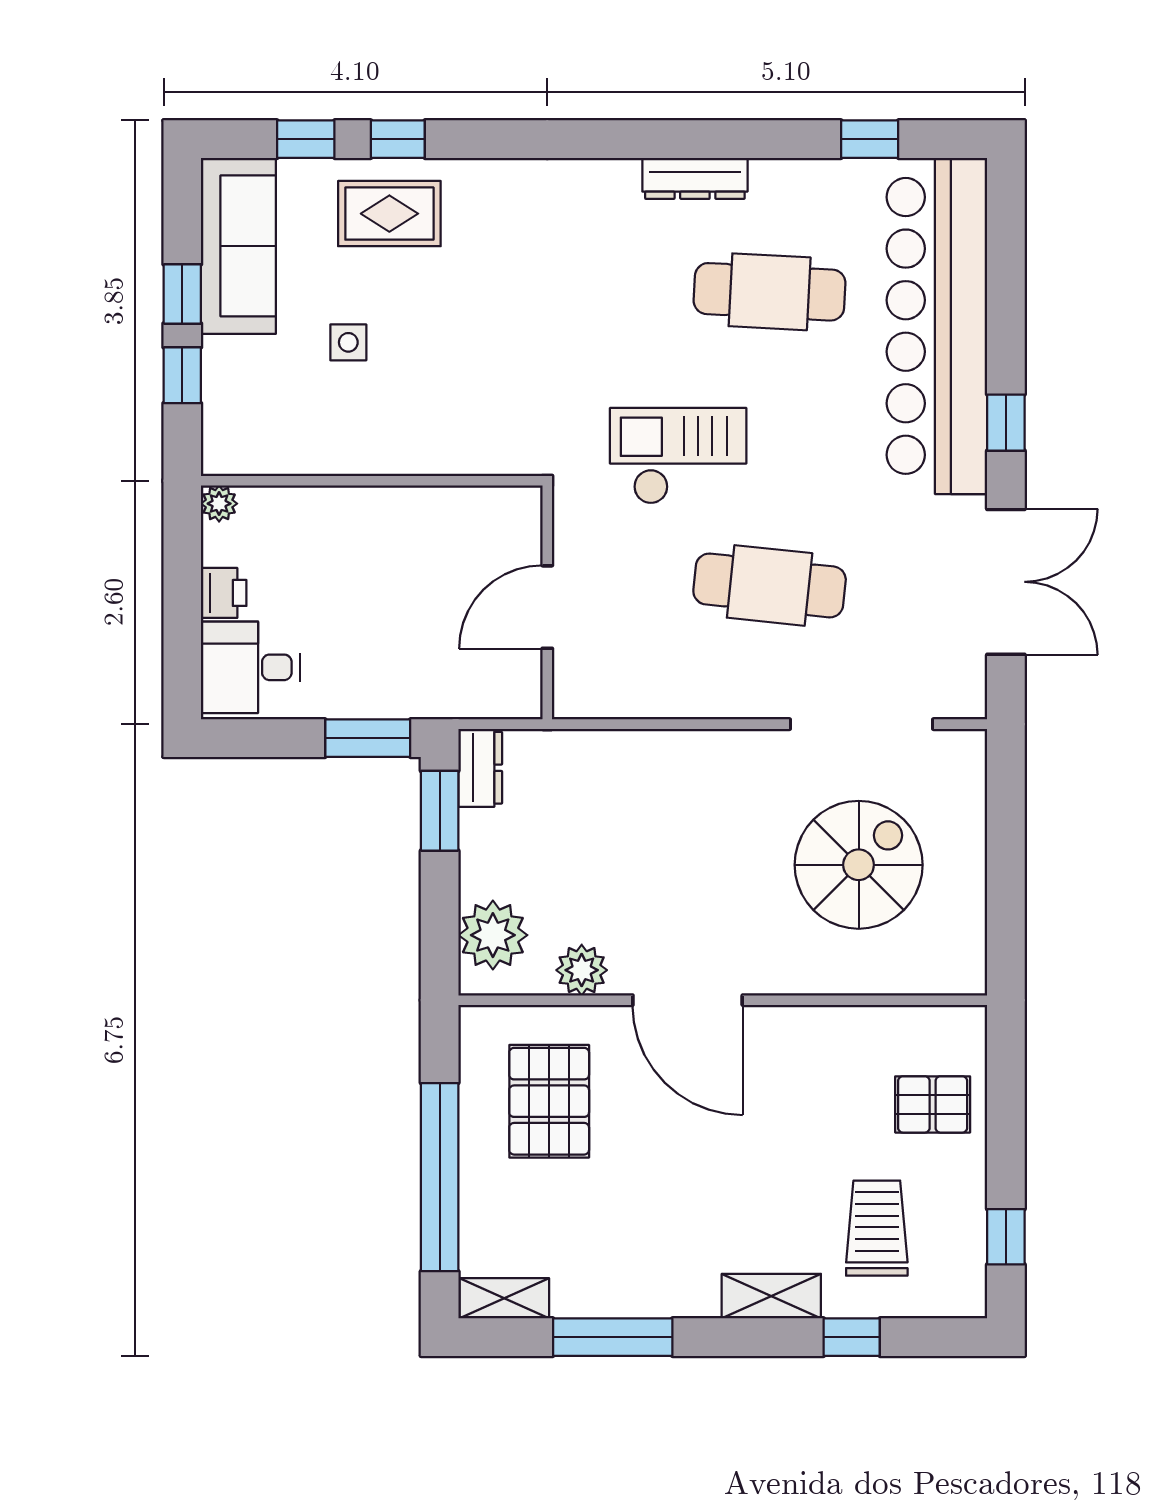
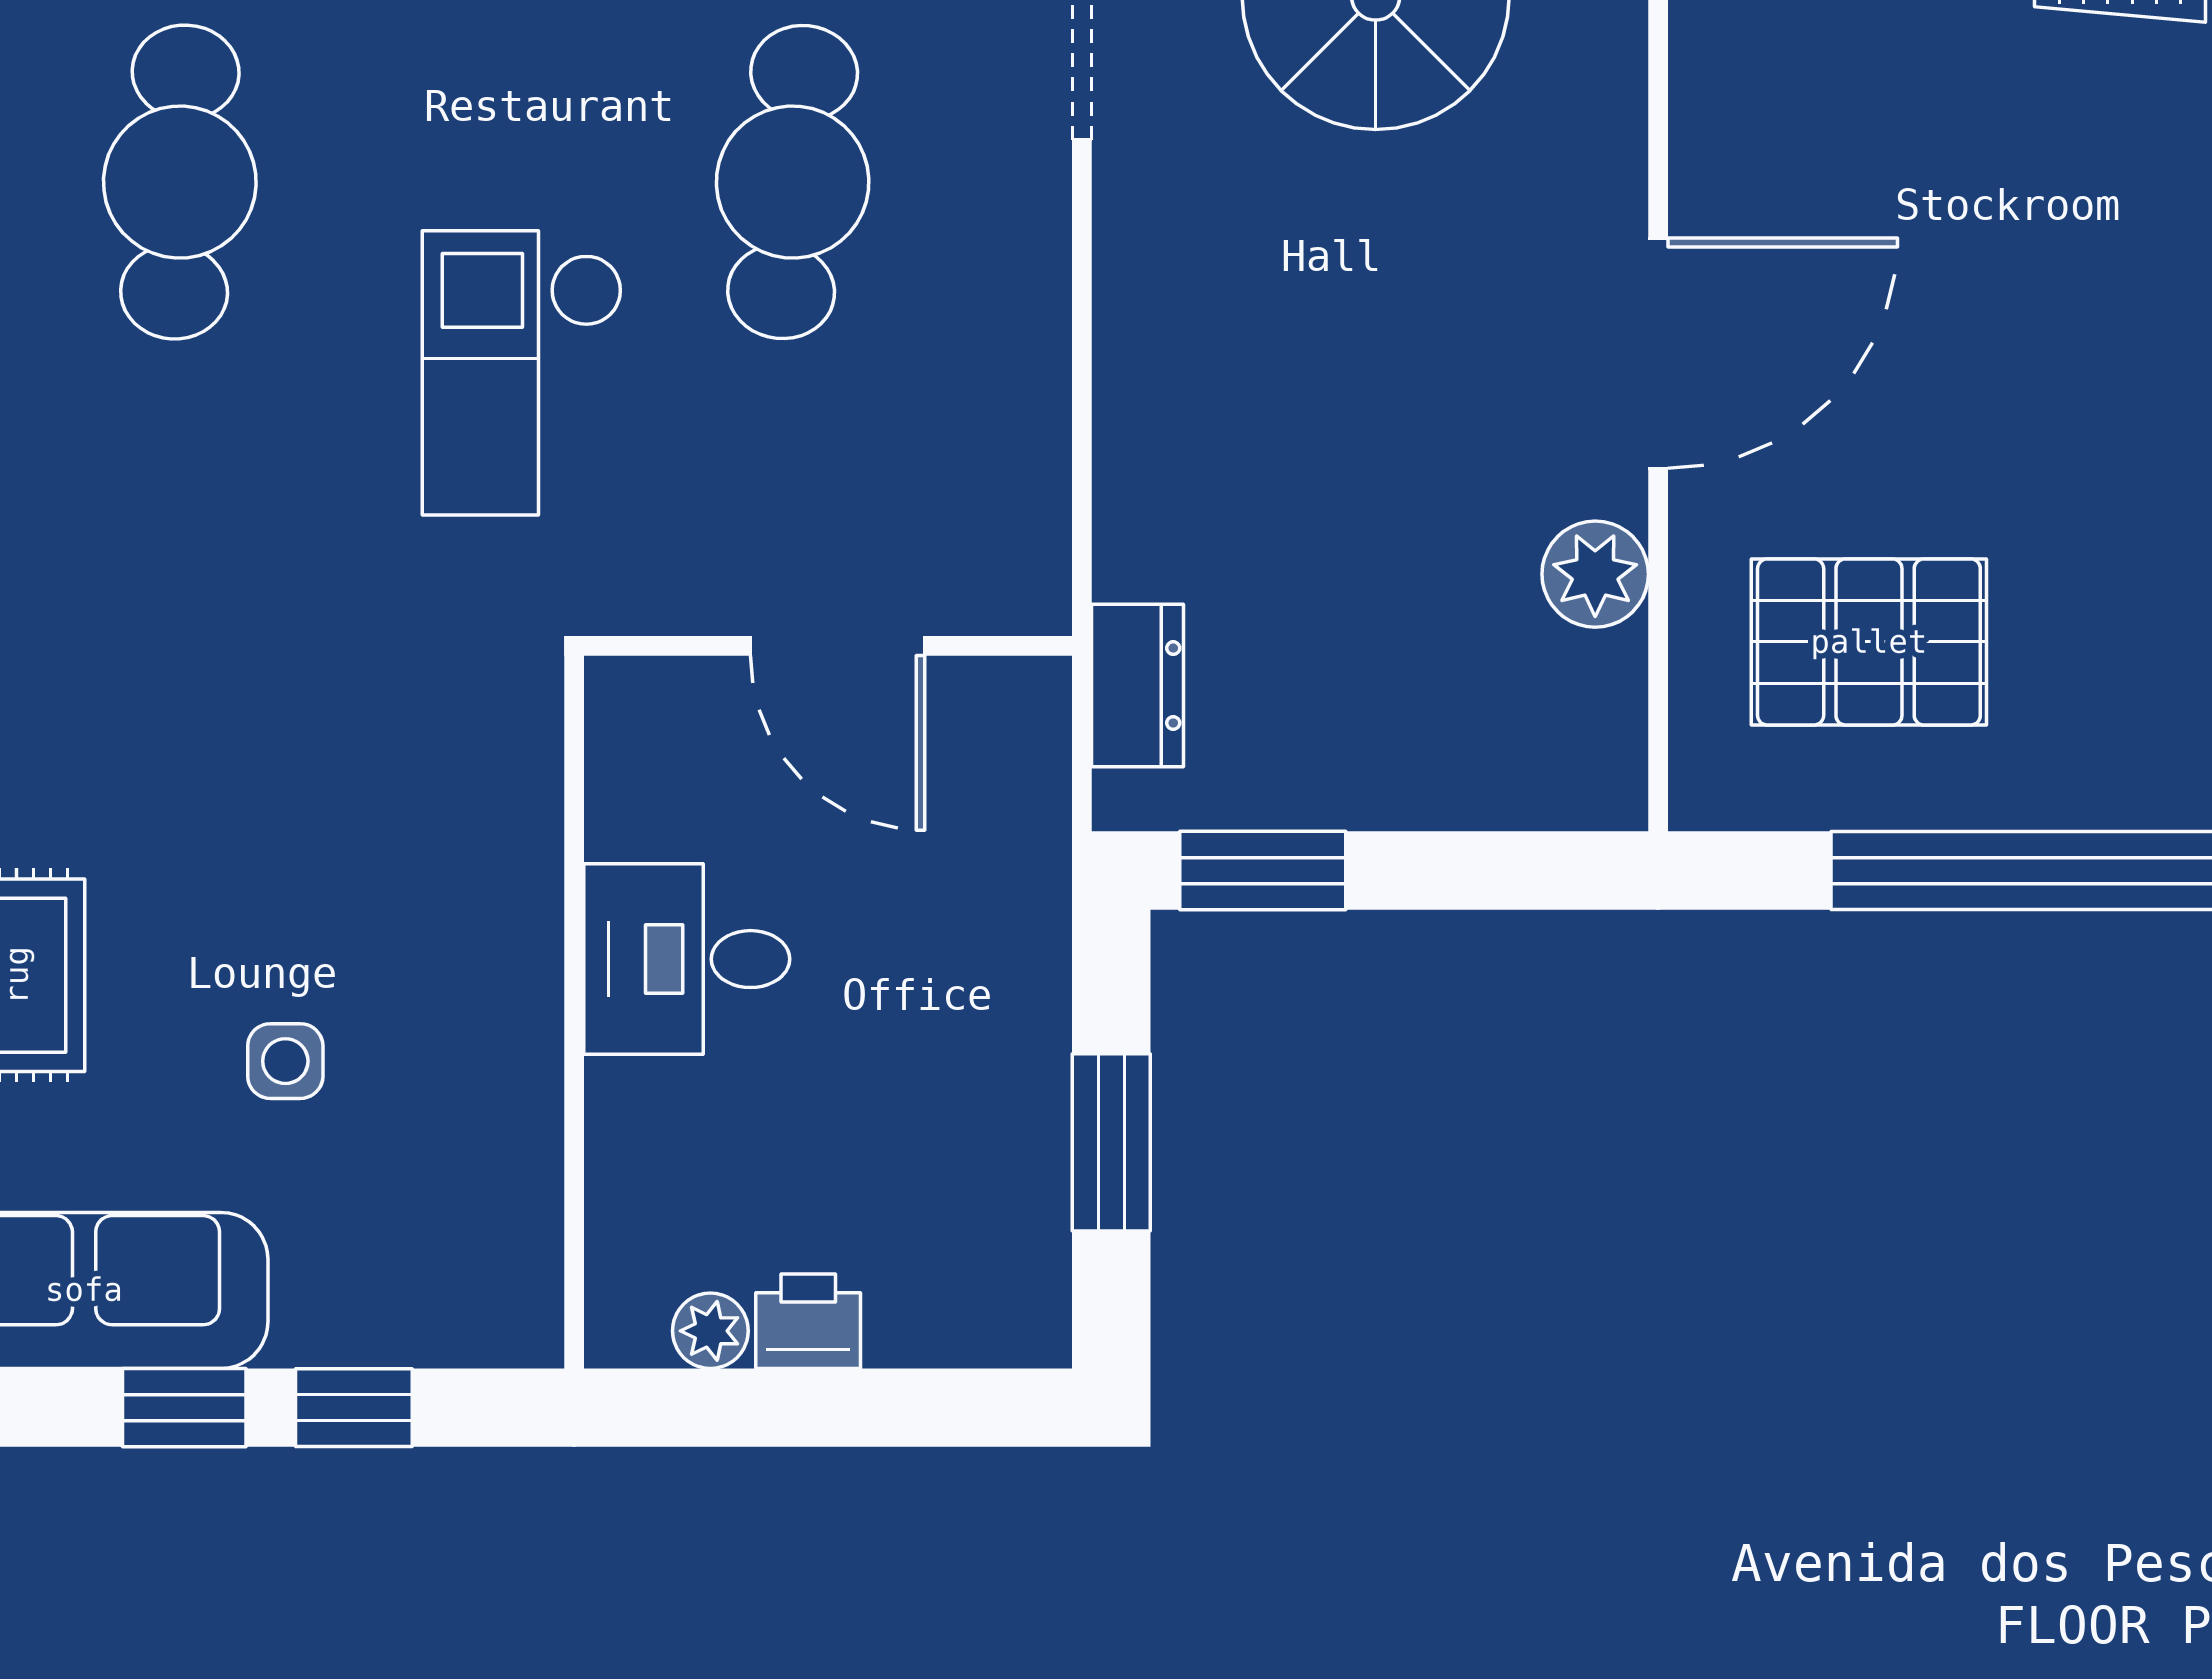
plant: (219, 504) -> (710, 1331), moved
desk: (250, 667) -> (687, 959), moved, turned 90
window: (368, 738) -> (1111, 1142), moved
dresser: (480, 768) -> (1137, 686), moved, turned 90
plant: (493, 935) -> (1522, 759), removed

